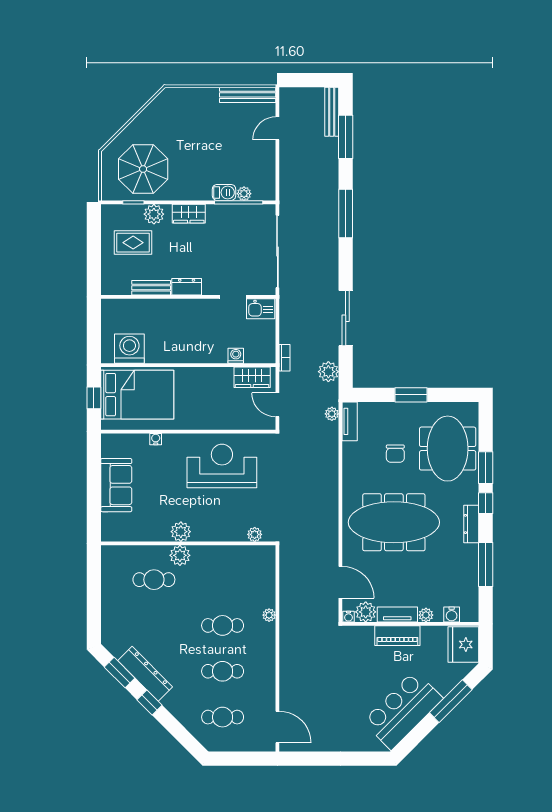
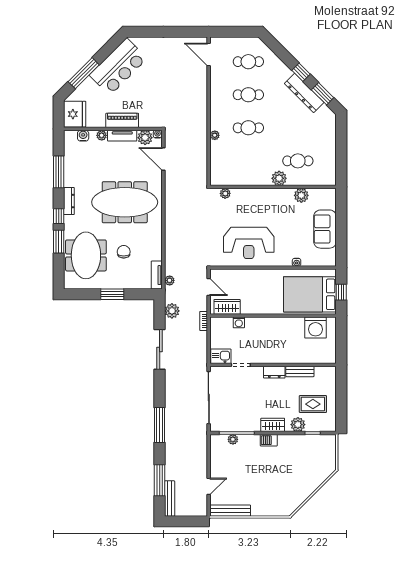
parasol: (143, 169) -> (306, 457), removed
barbecue: (224, 192) -> (269, 440), moved
plant: (181, 532) -> (301, 195), moved

